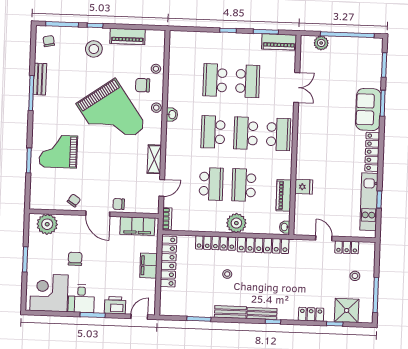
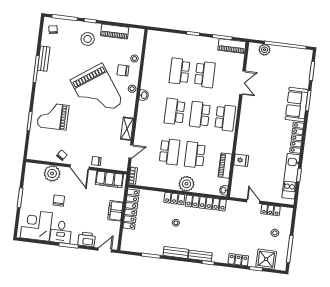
plant: (47, 224) -> (52, 173), moved
locker: (216, 243) -> (174, 199), width x0.66

